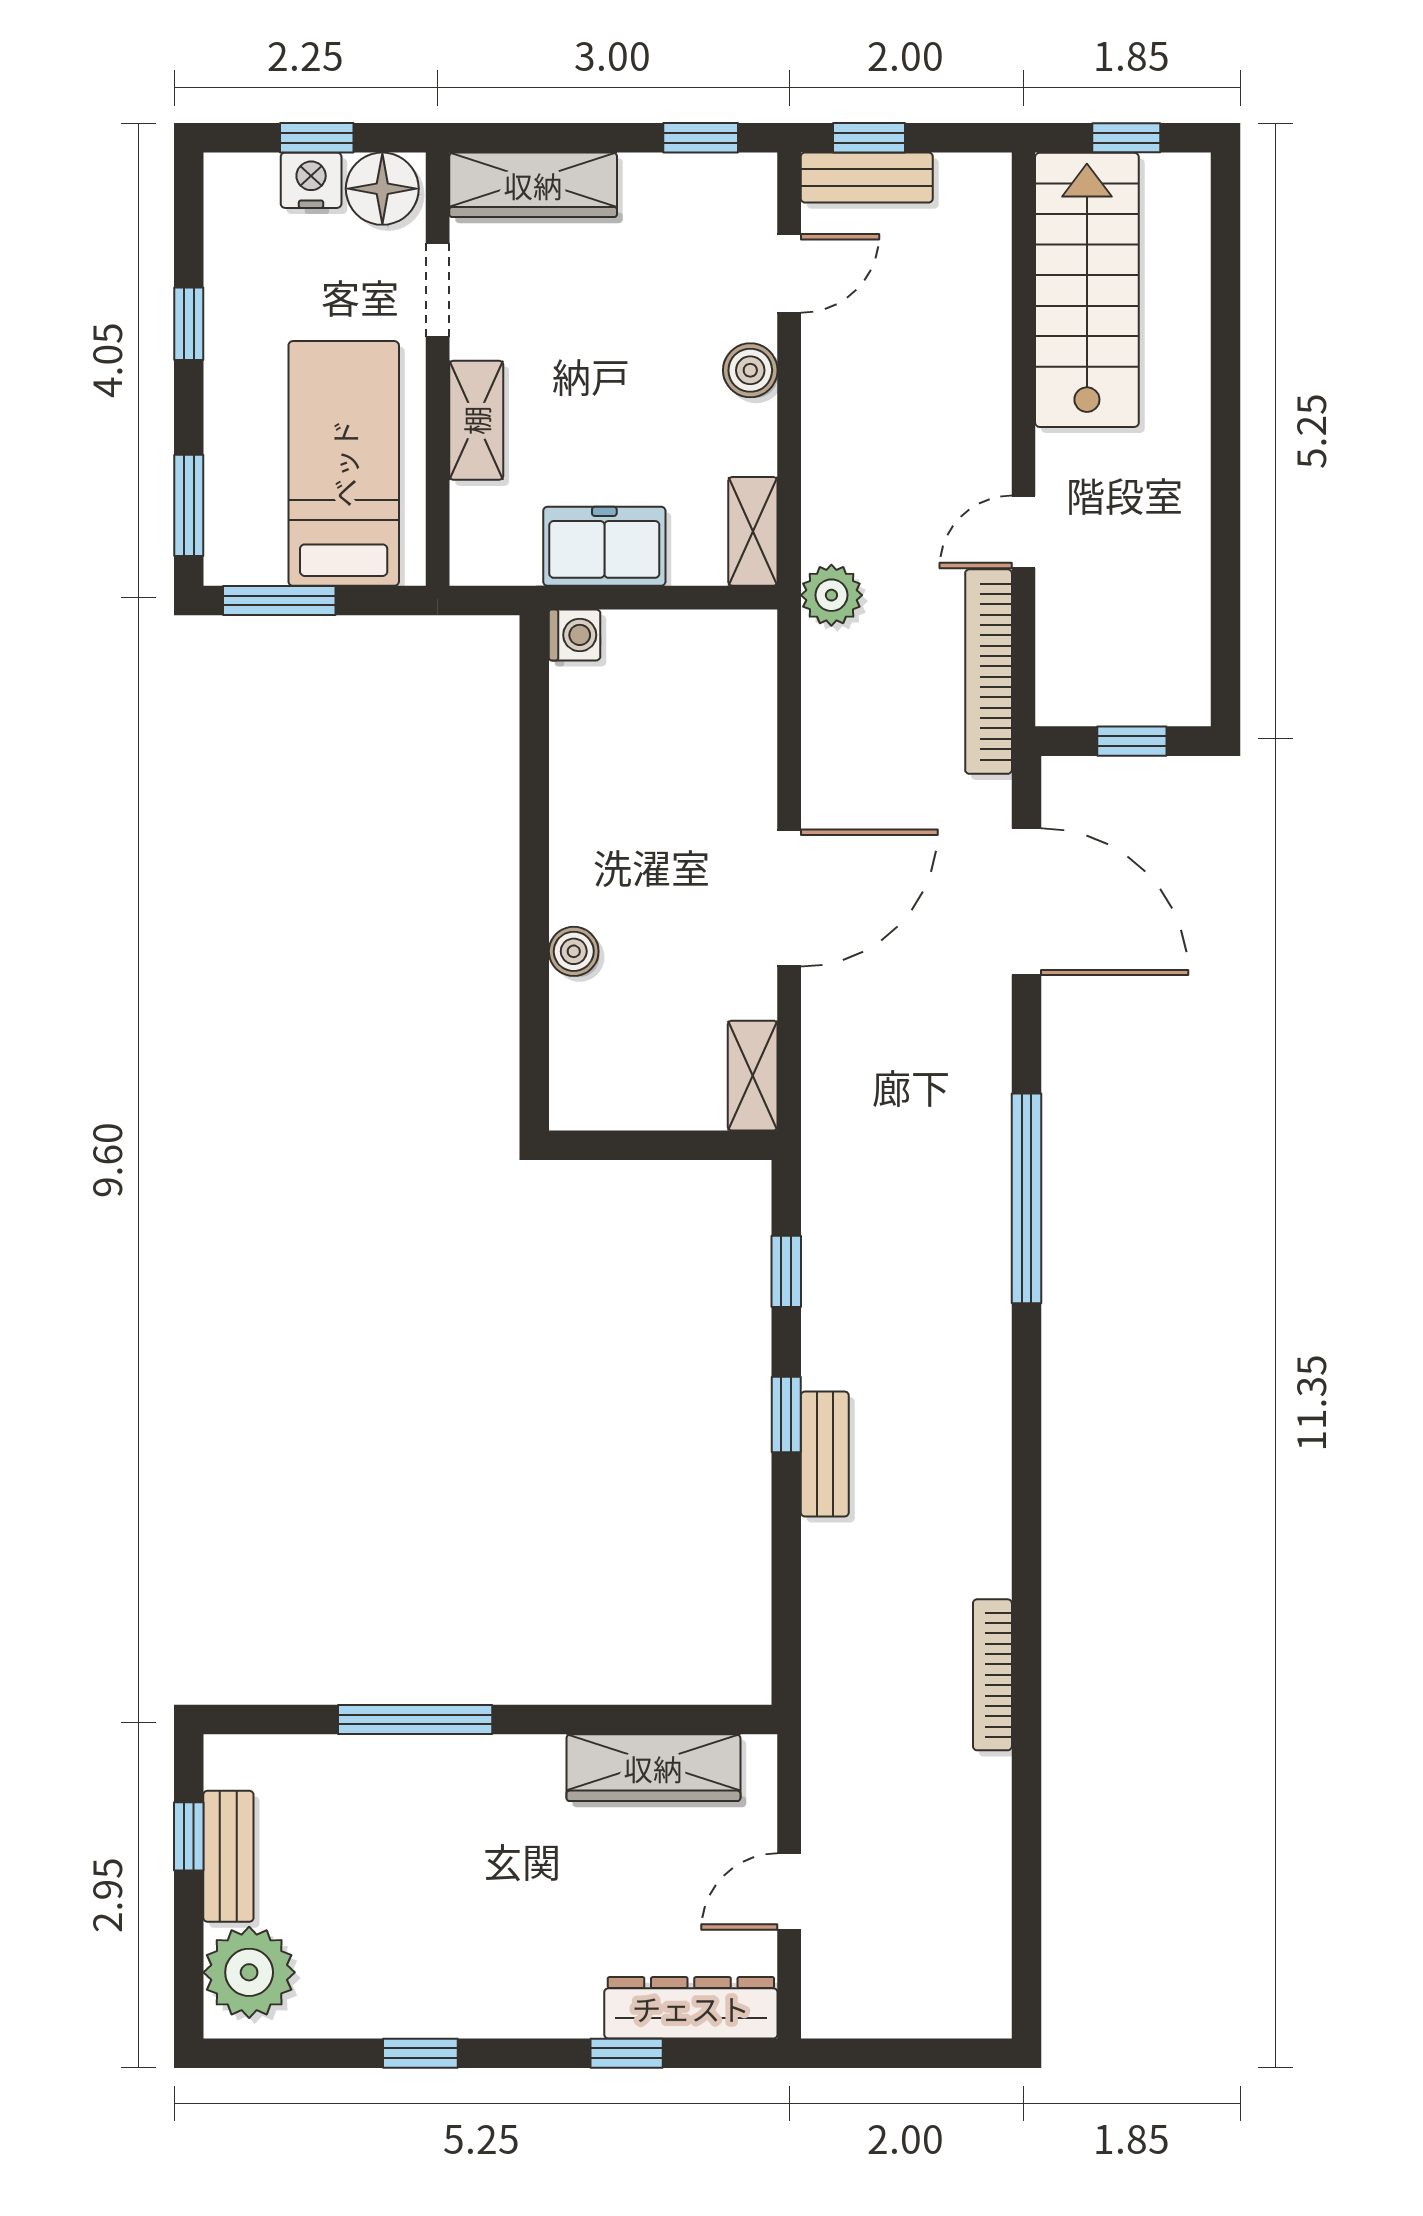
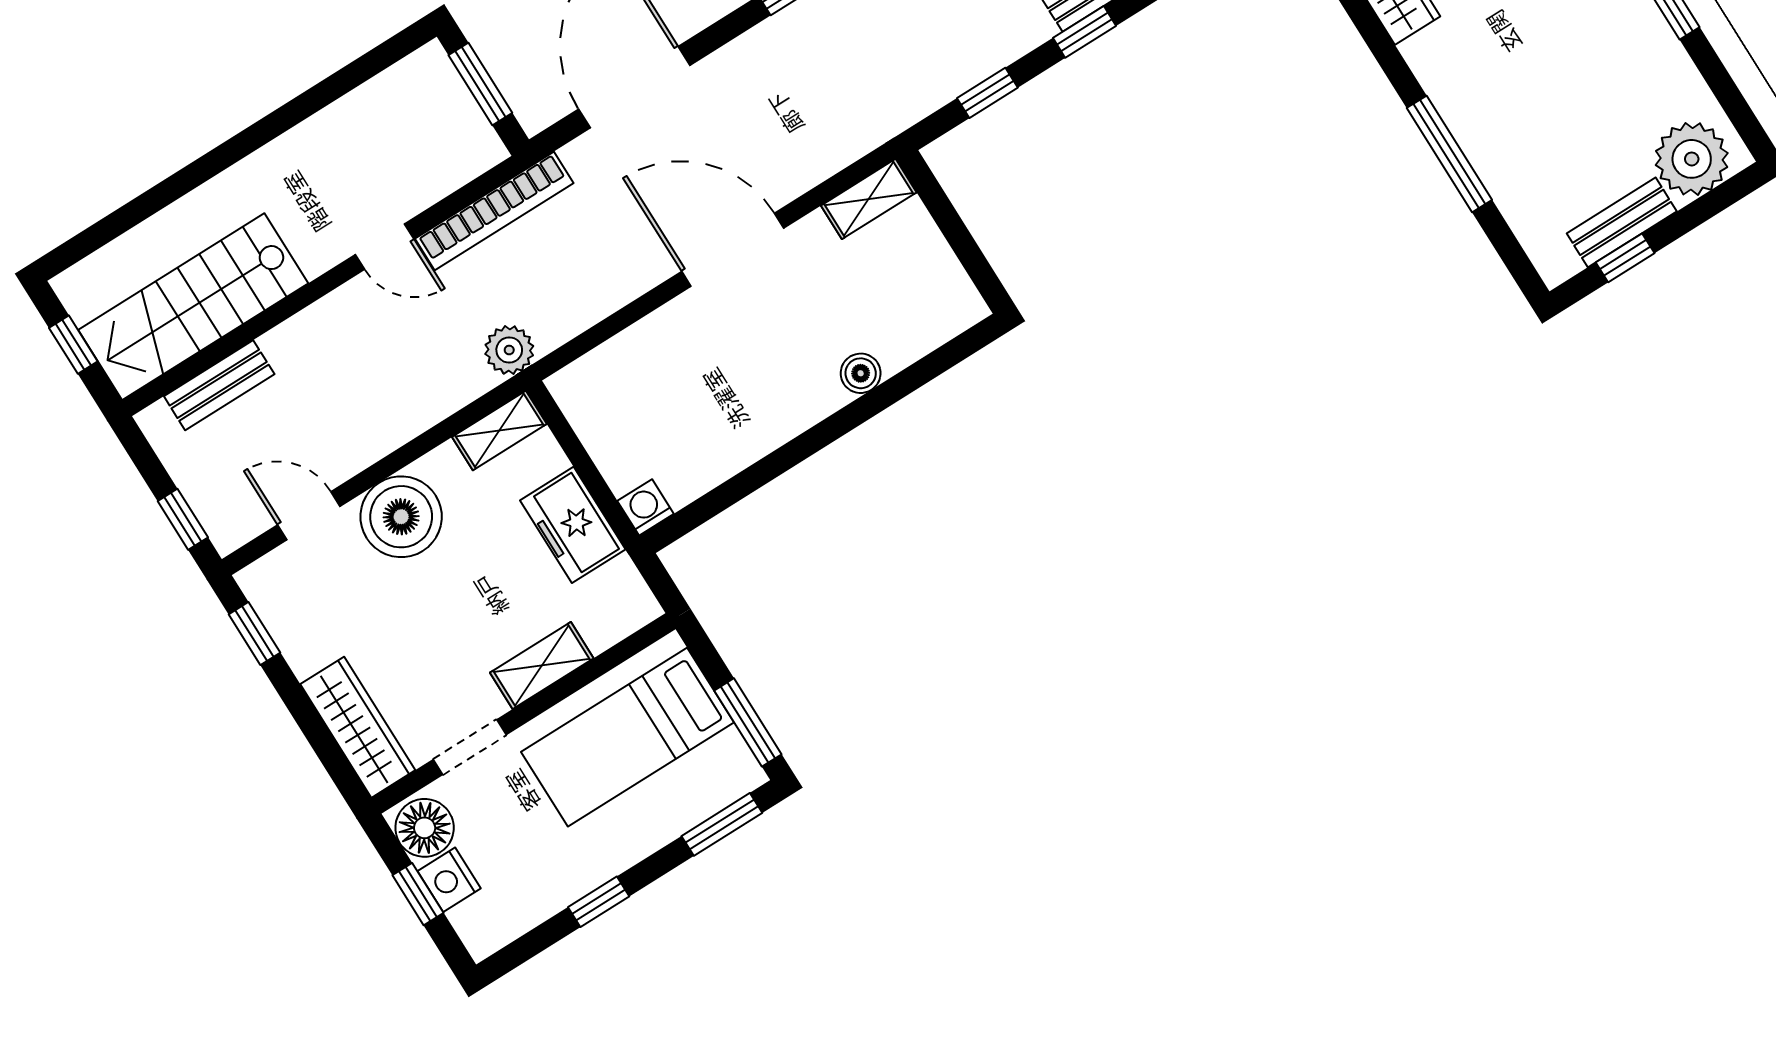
bench: (867, 178) -> (219, 385), moved, turned 90
boiler: (750, 370) -> (401, 517), width x1.86, depth x1.86
window: (1132, 741) -> (480, 84), width x1.50

